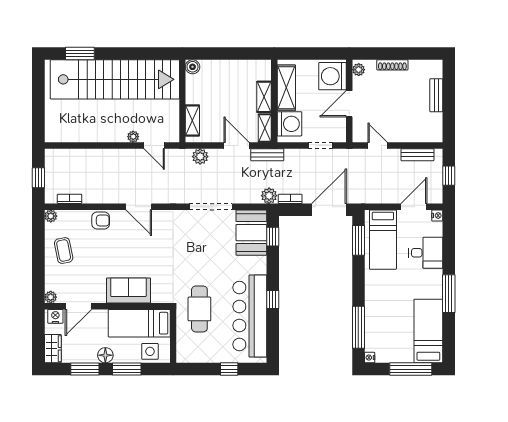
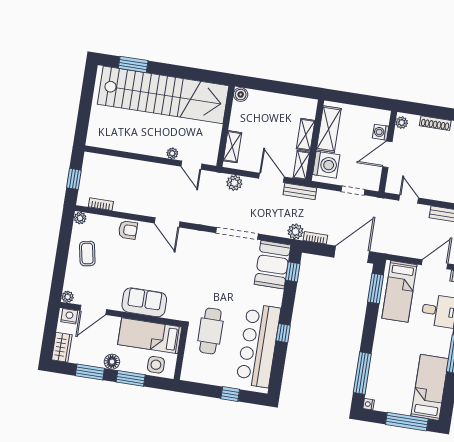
washing machine: (333, 76) -> (381, 132), width x0.53, depth x0.53

